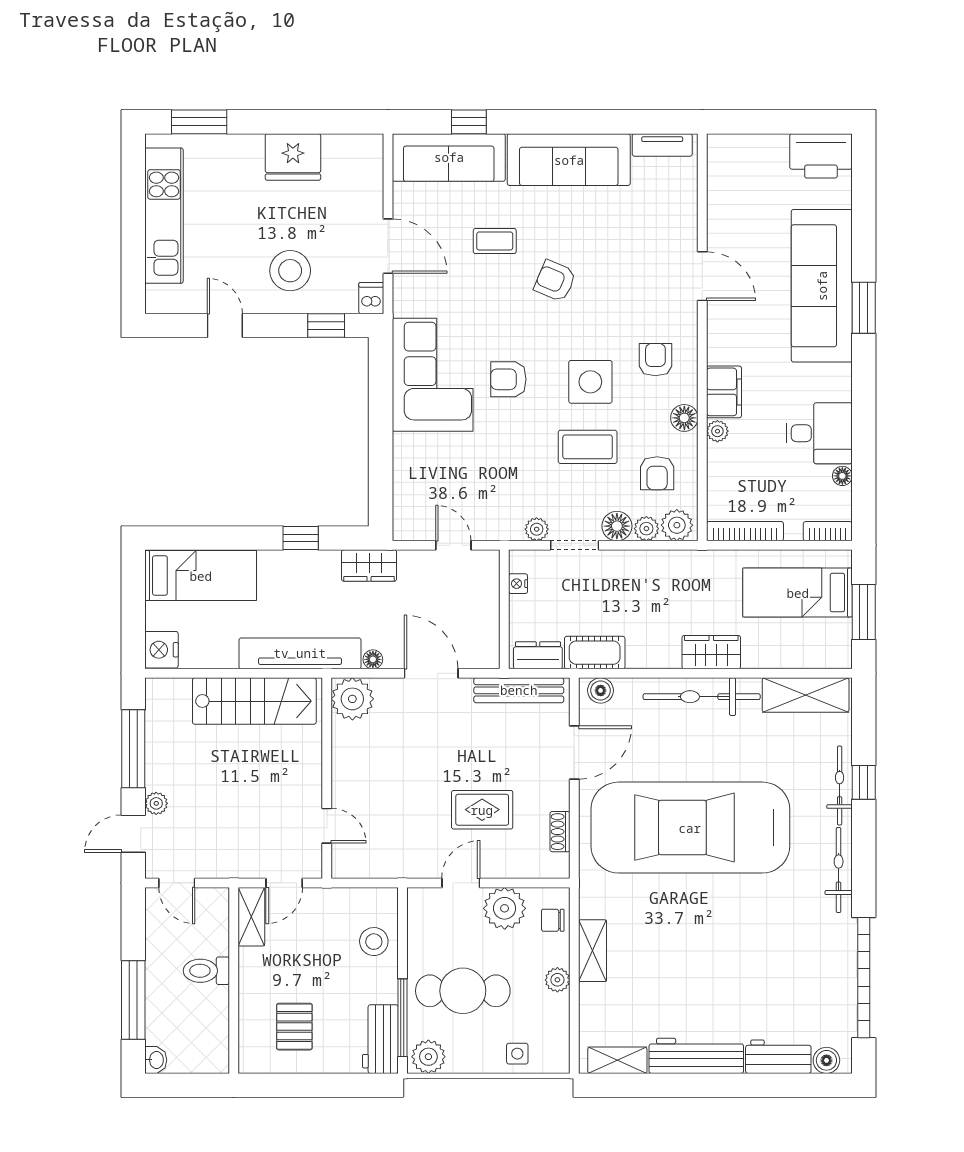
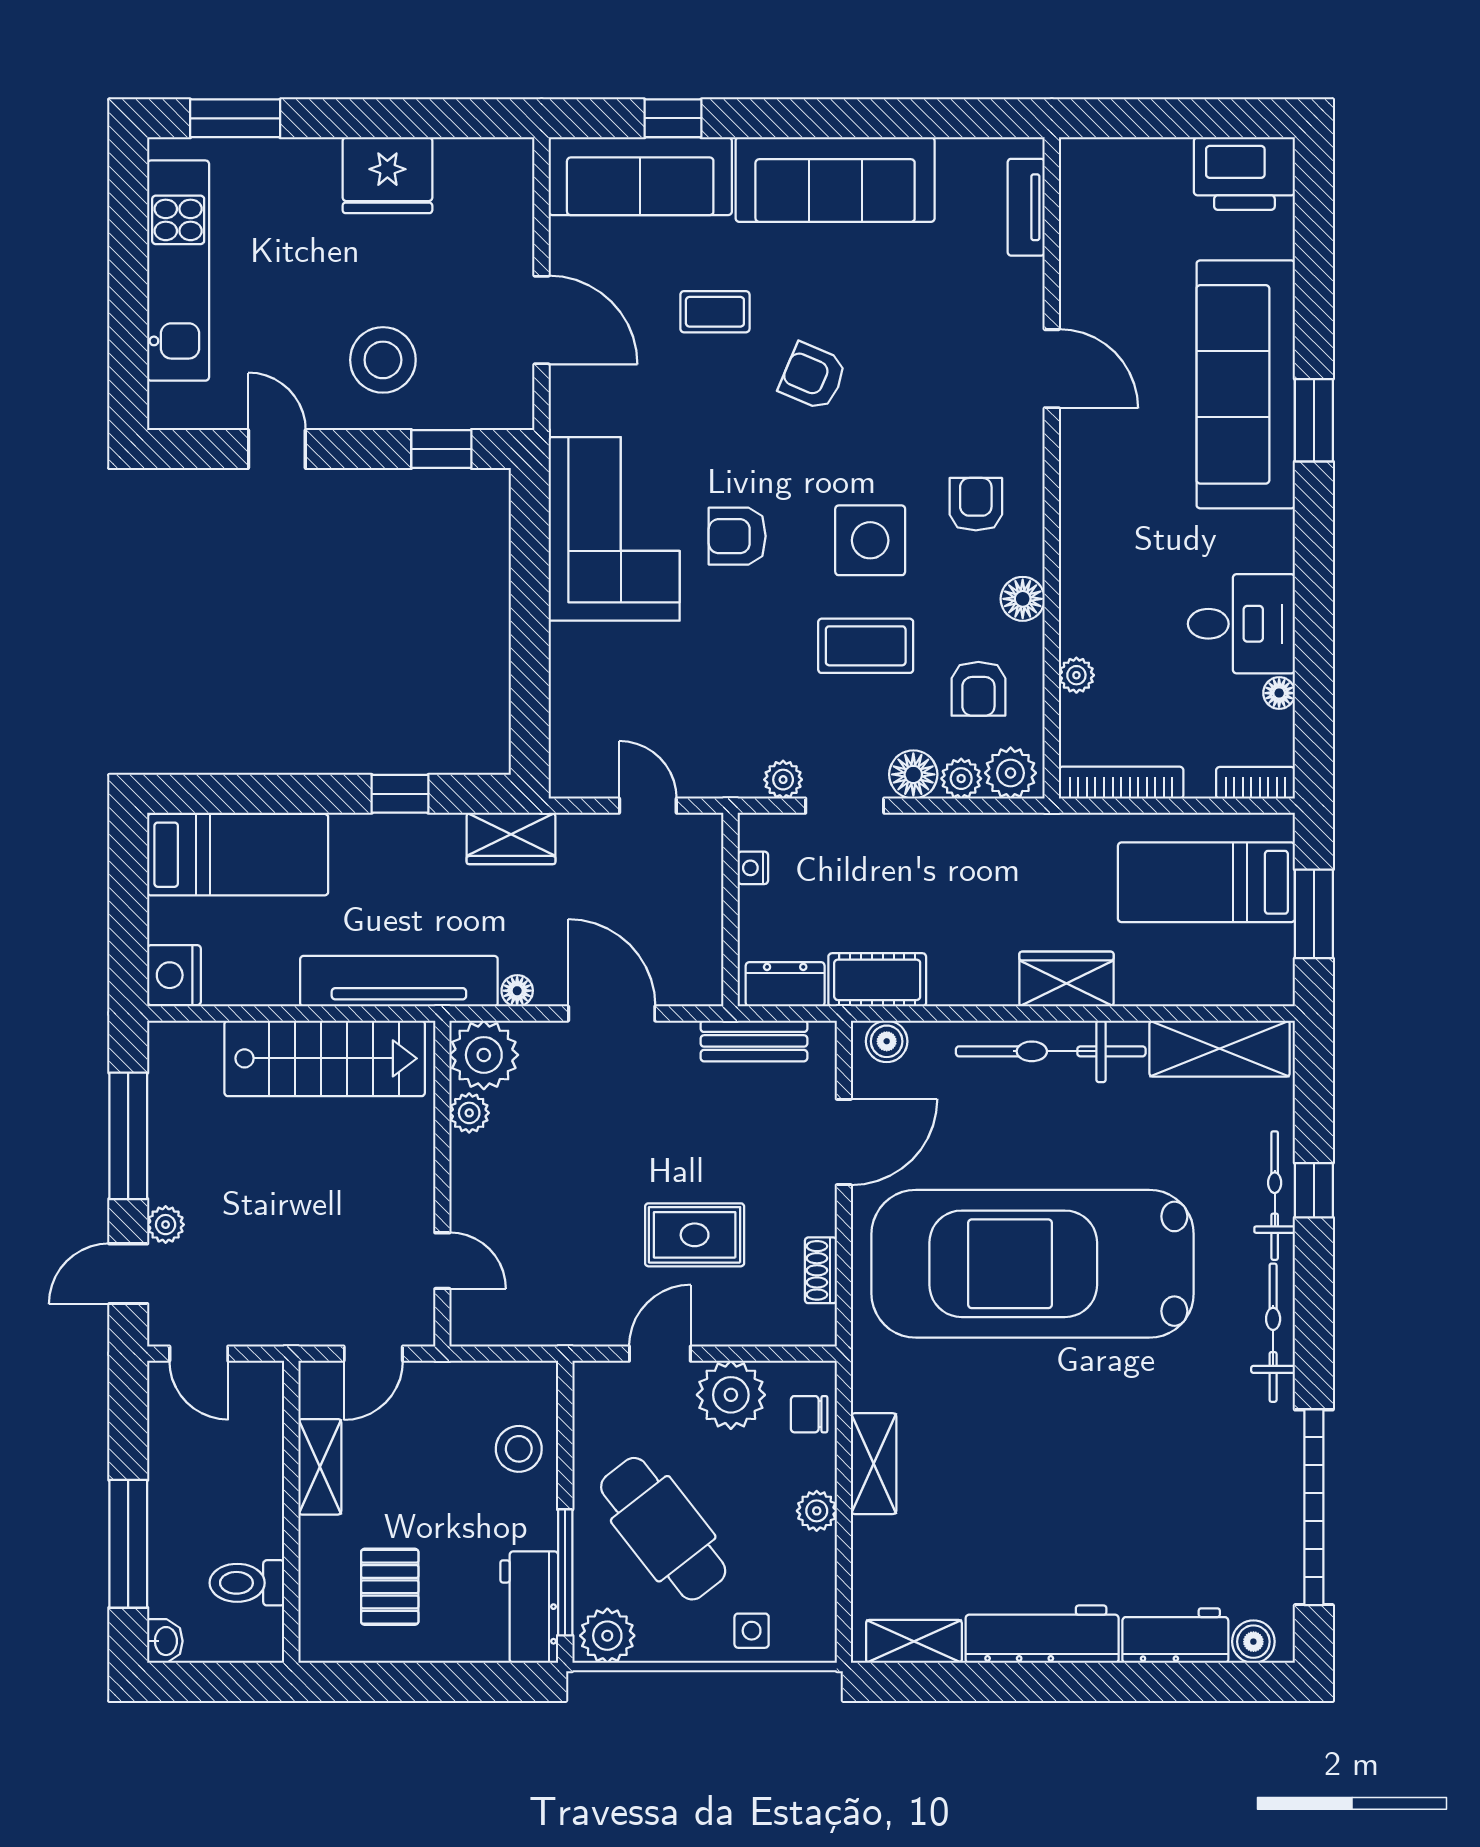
tv unit: (662, 145) -> (1026, 207), moved, turned 90
dishwasher: (371, 298) -> (515, 404), removed
filing cabinet: (724, 392) -> (1087, 557), removed
plant: (717, 431) -> (1076, 675), moved
bench: (519, 690) -> (754, 1041), width x0.73
plant: (343, 735) -> (469, 1113), added
shelving: (251, 917) -> (320, 1467), moved
toilet: (206, 971) -> (247, 1583), moved
cafe table: (463, 991) -> (663, 1529), turned 52

